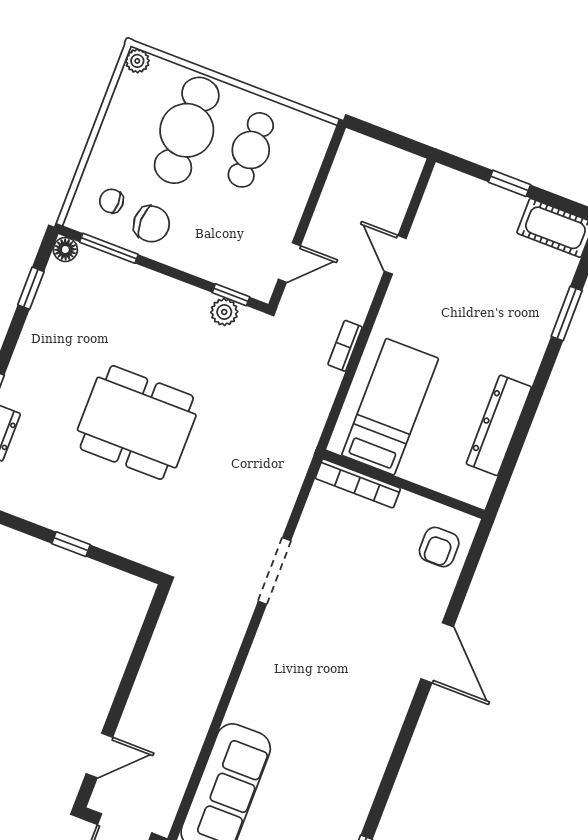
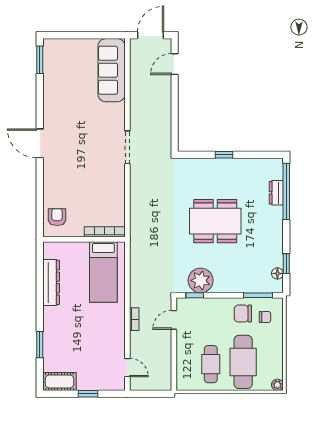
floor lamp: (65, 250) -> (277, 273), moved
door: (395, 255) -> (127, 368), moved
plant: (224, 312) -> (201, 280), width x1.87, depth x1.87
bookcase: (345, 346) -> (134, 319), moved
doorway: (274, 571) -> (127, 147), moved
door: (437, 653) -> (40, 143), moved

